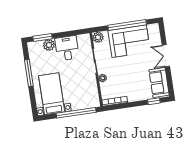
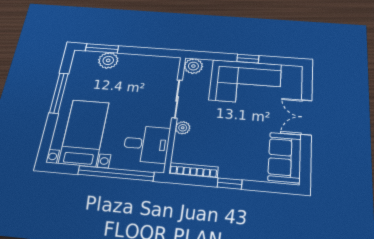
window: (127, 25) -> (248, 59), width x0.32
desk: (67, 48) -> (147, 144), moved, turned 90
window: (154, 101) -> (230, 184), moved

